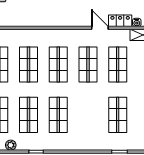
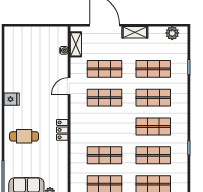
locker: (120, 21) -> (62, 130), moved
shop shelf: (58, 65) -> (153, 98), moved
plant: (11, 145) -> (183, 173), removed

